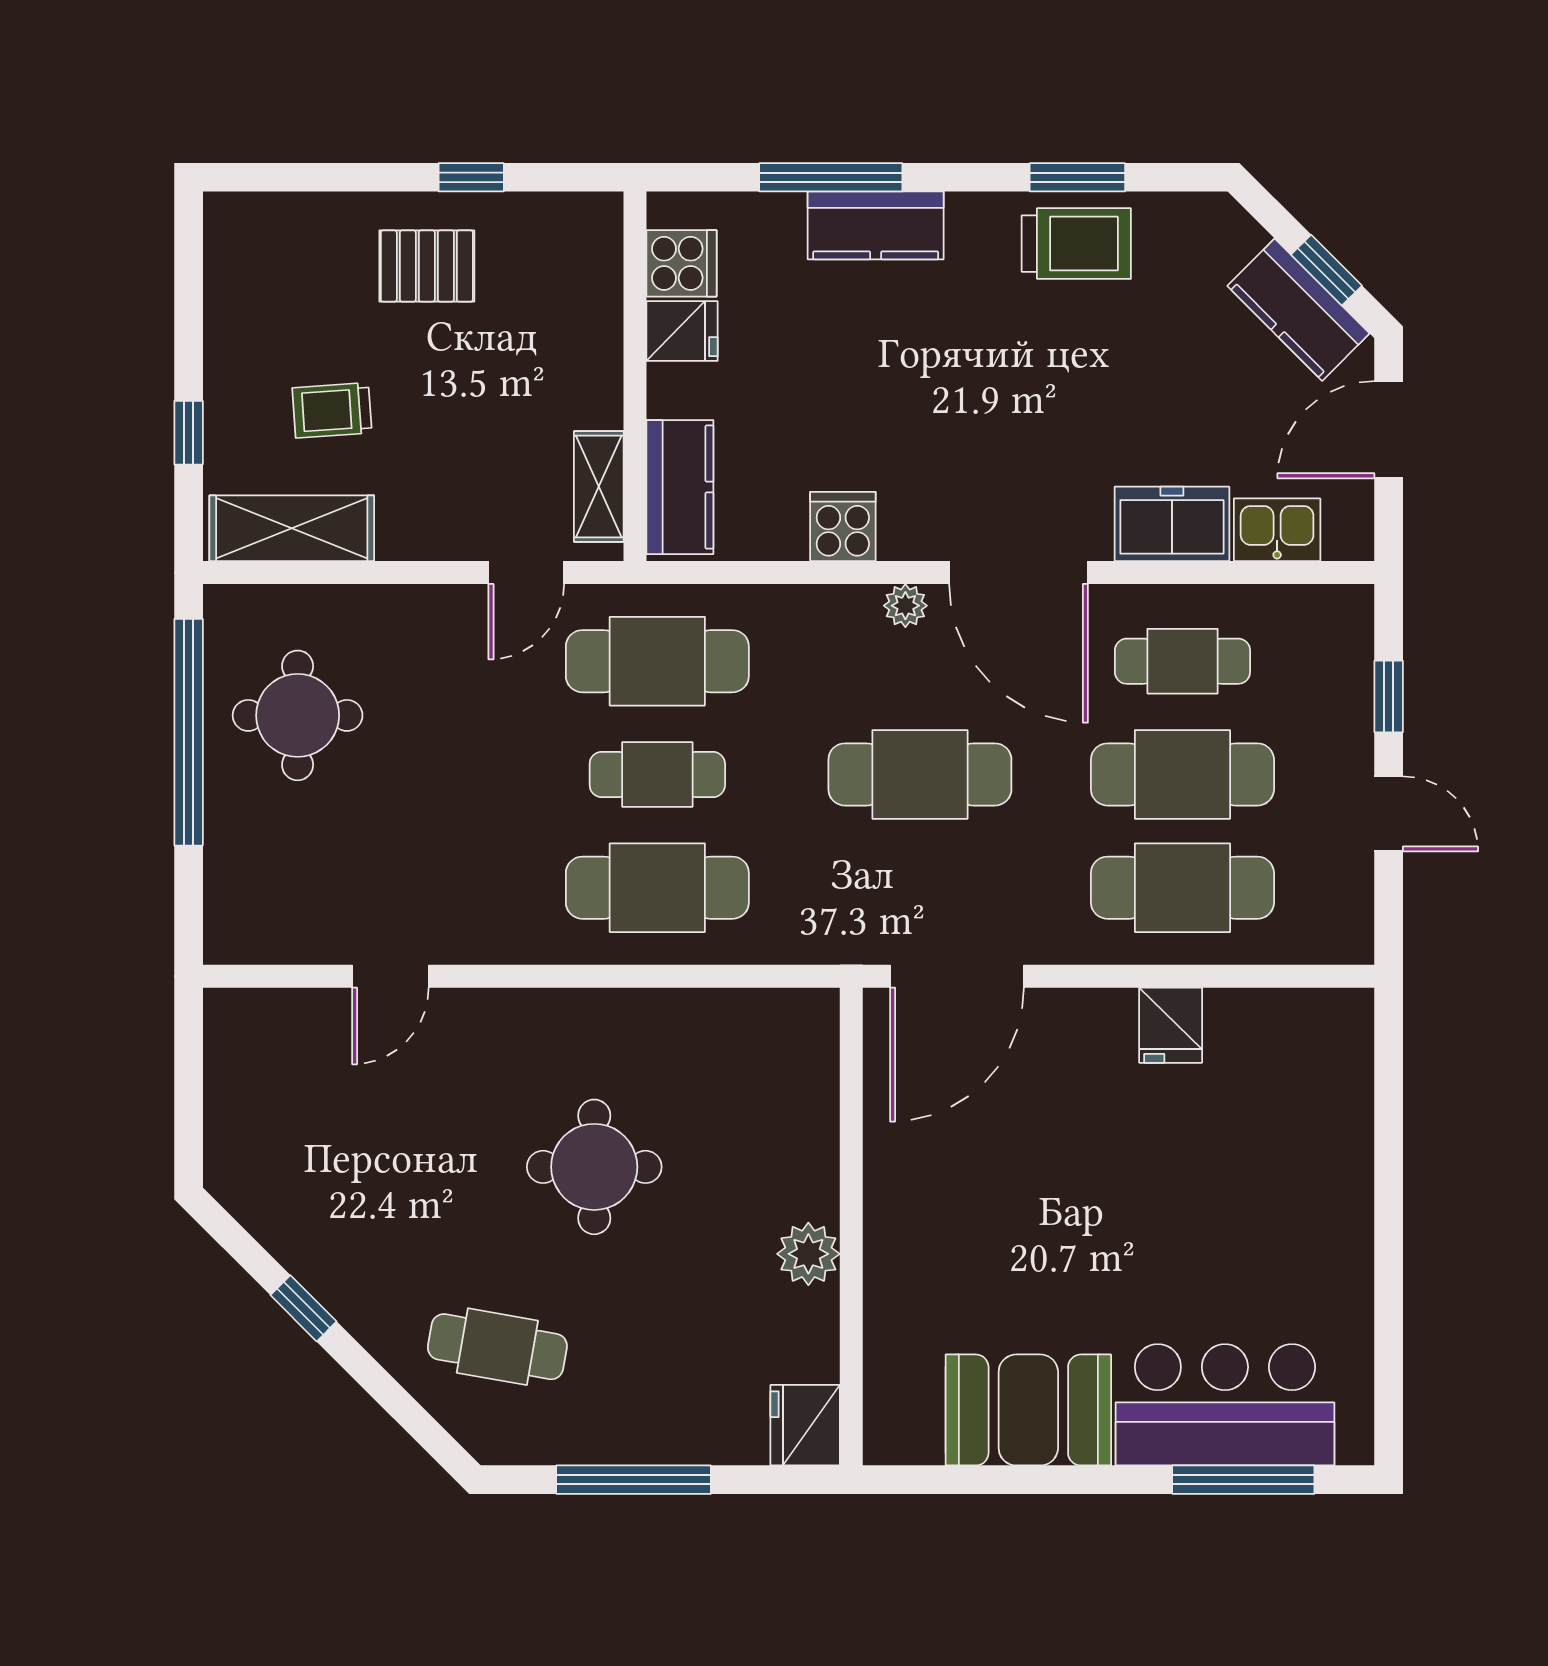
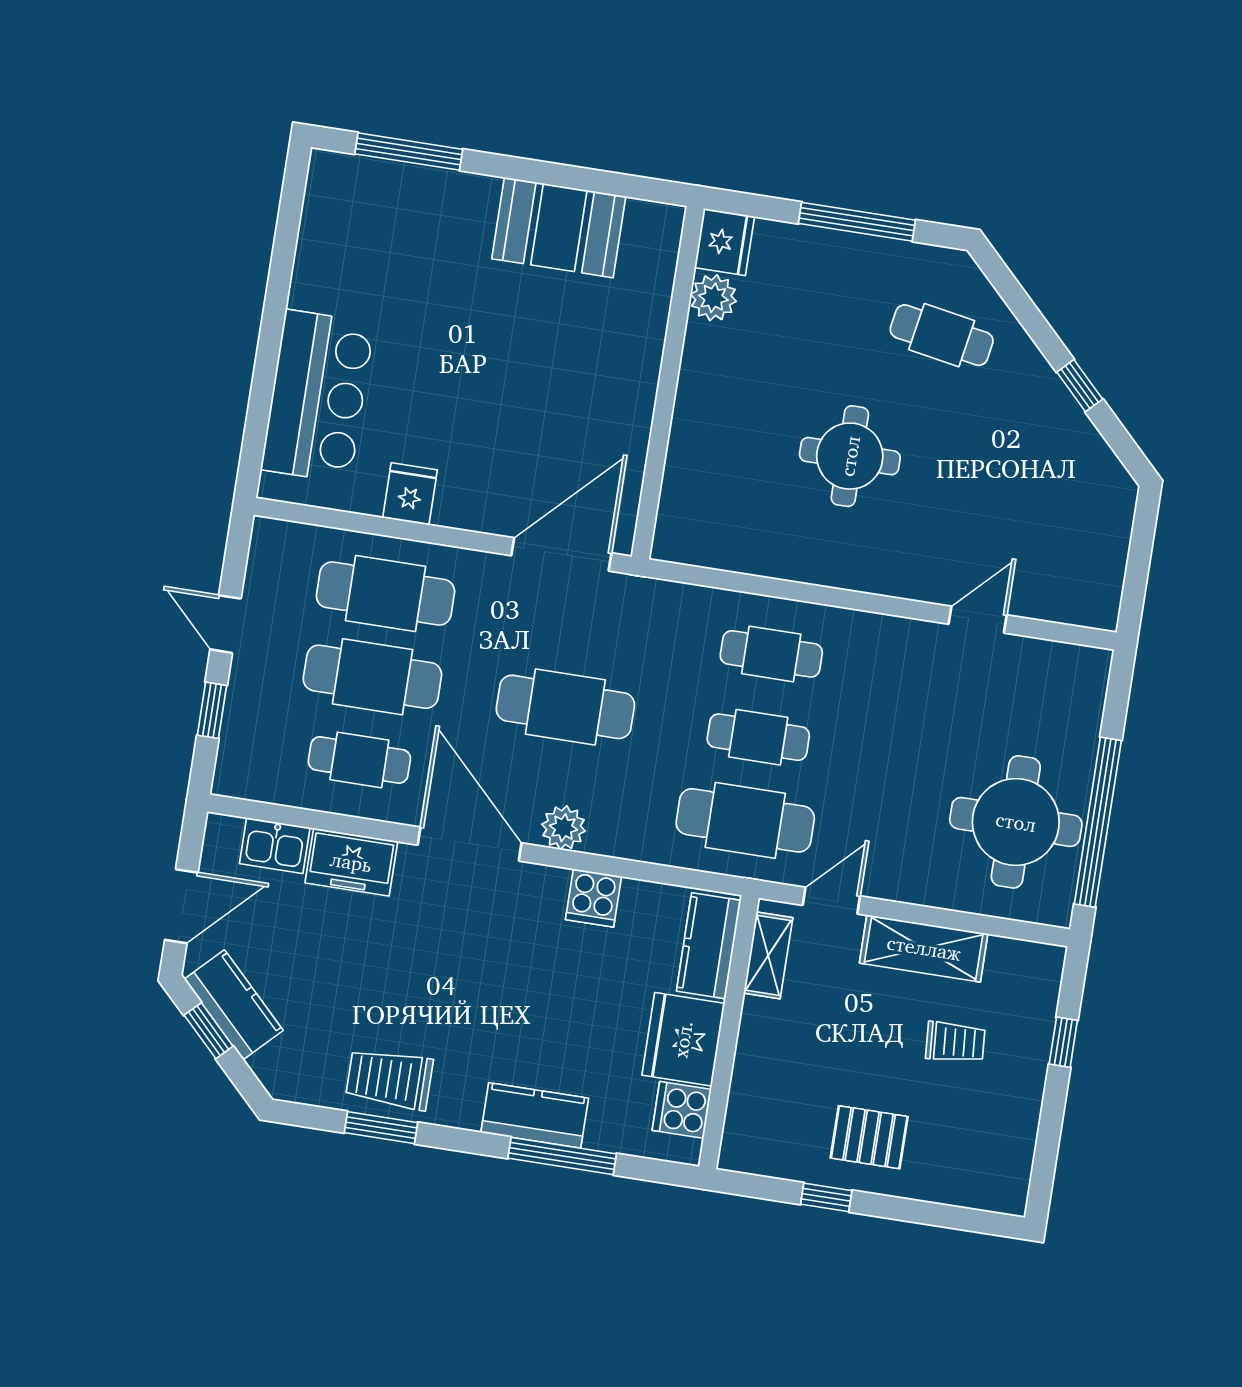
fridge: (682, 331) -> (683, 1039), width x1.88, depth x1.34
shelving: (292, 528) -> (924, 948), moved
plant: (905, 606) -> (564, 828), width x1.38, depth x1.38
round table: (298, 715) -> (1016, 822), width x1.36, depth x1.36
cafe table: (657, 888) -> (771, 654), width x0.73, depth x0.74
plant: (808, 1254) -> (713, 298), moved
bar counter: (1225, 1405) -> (318, 396), moved, turned -90

